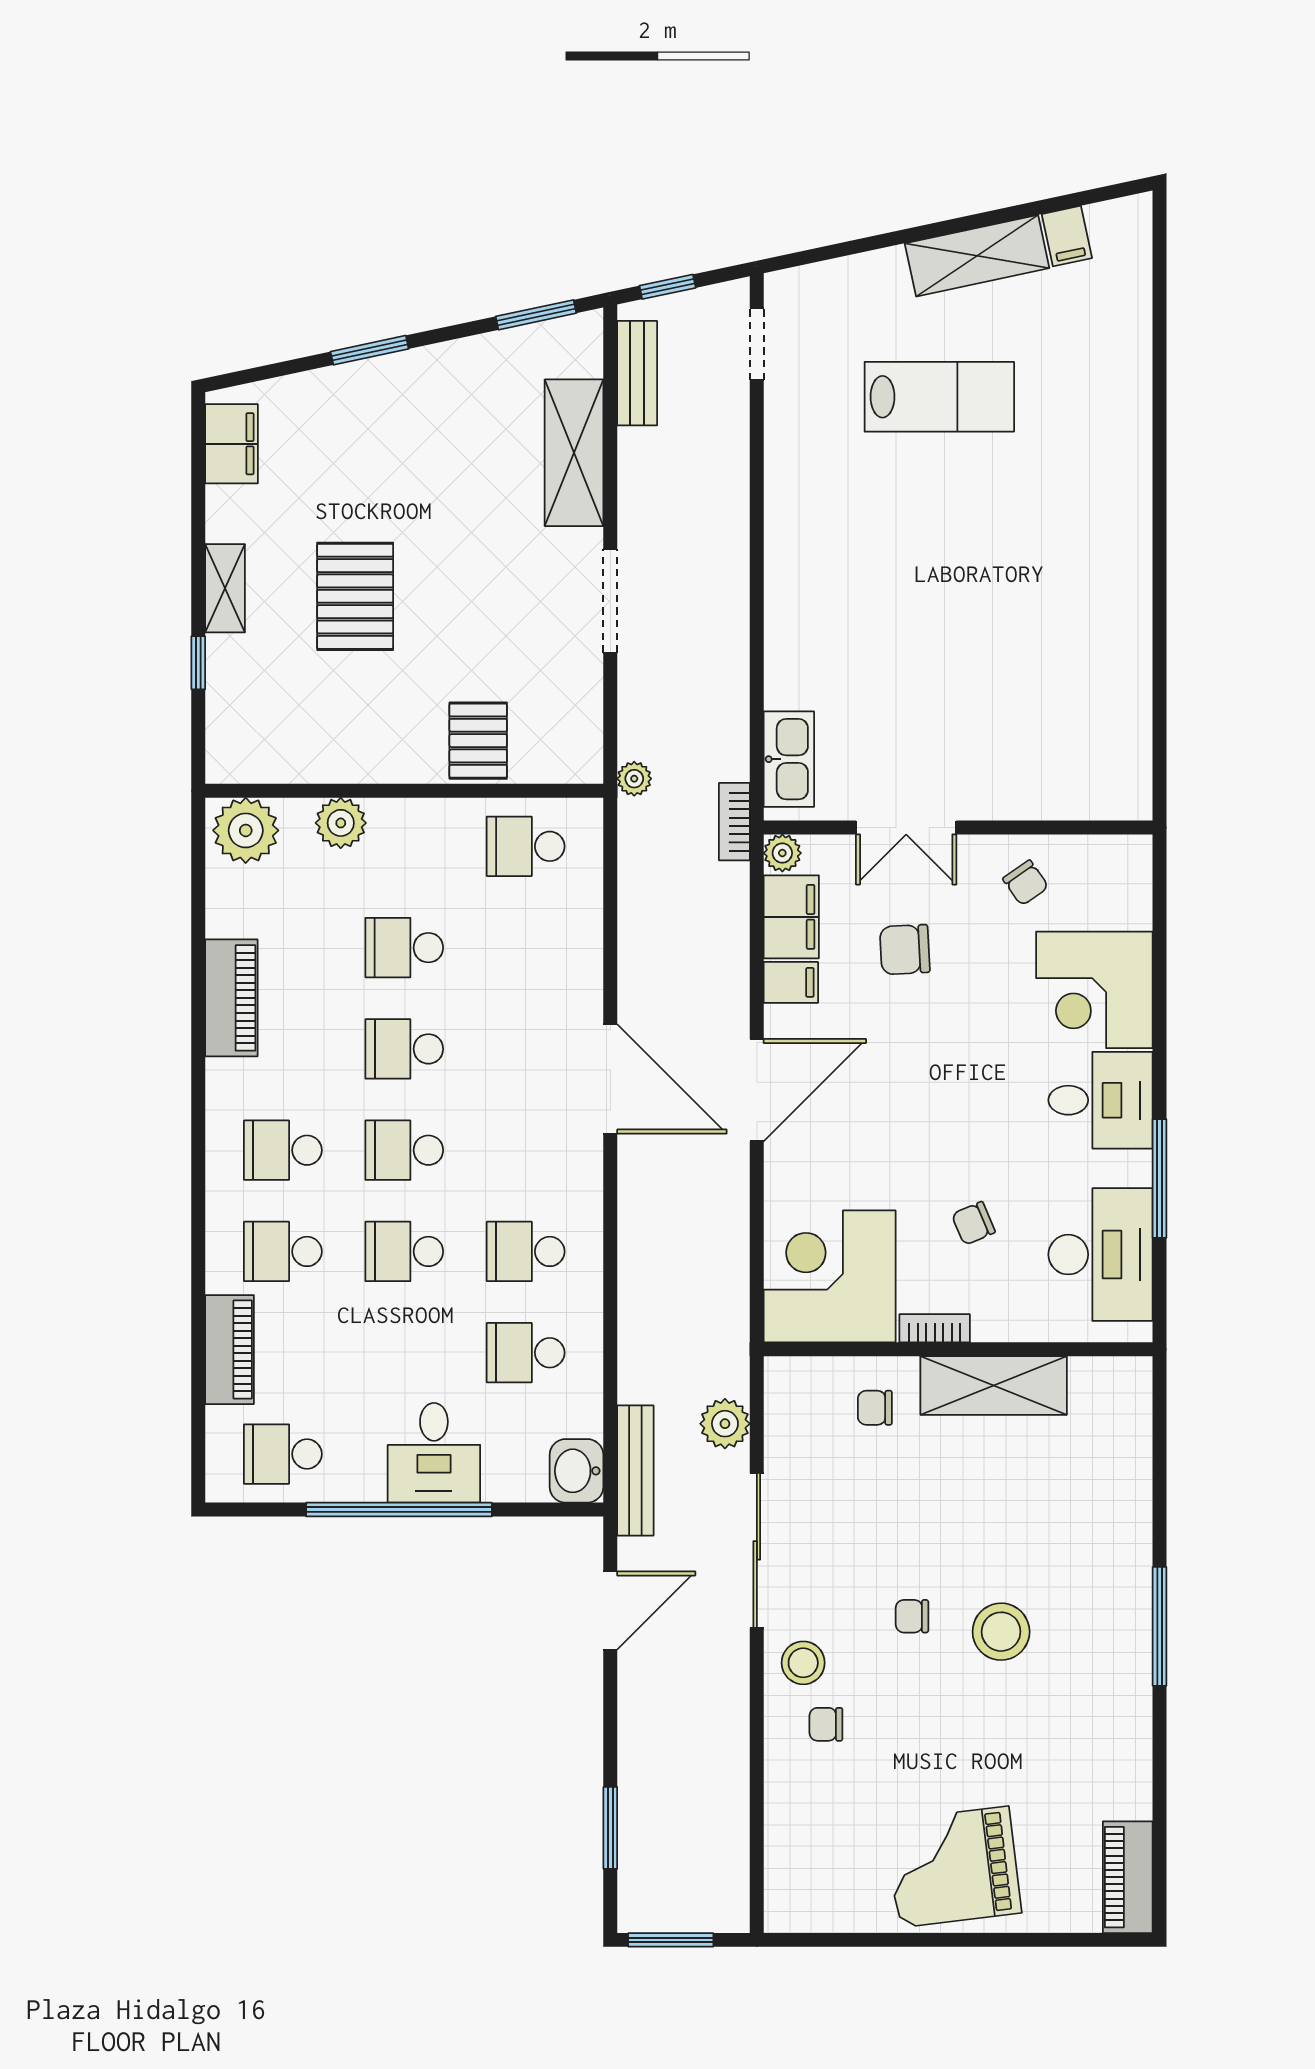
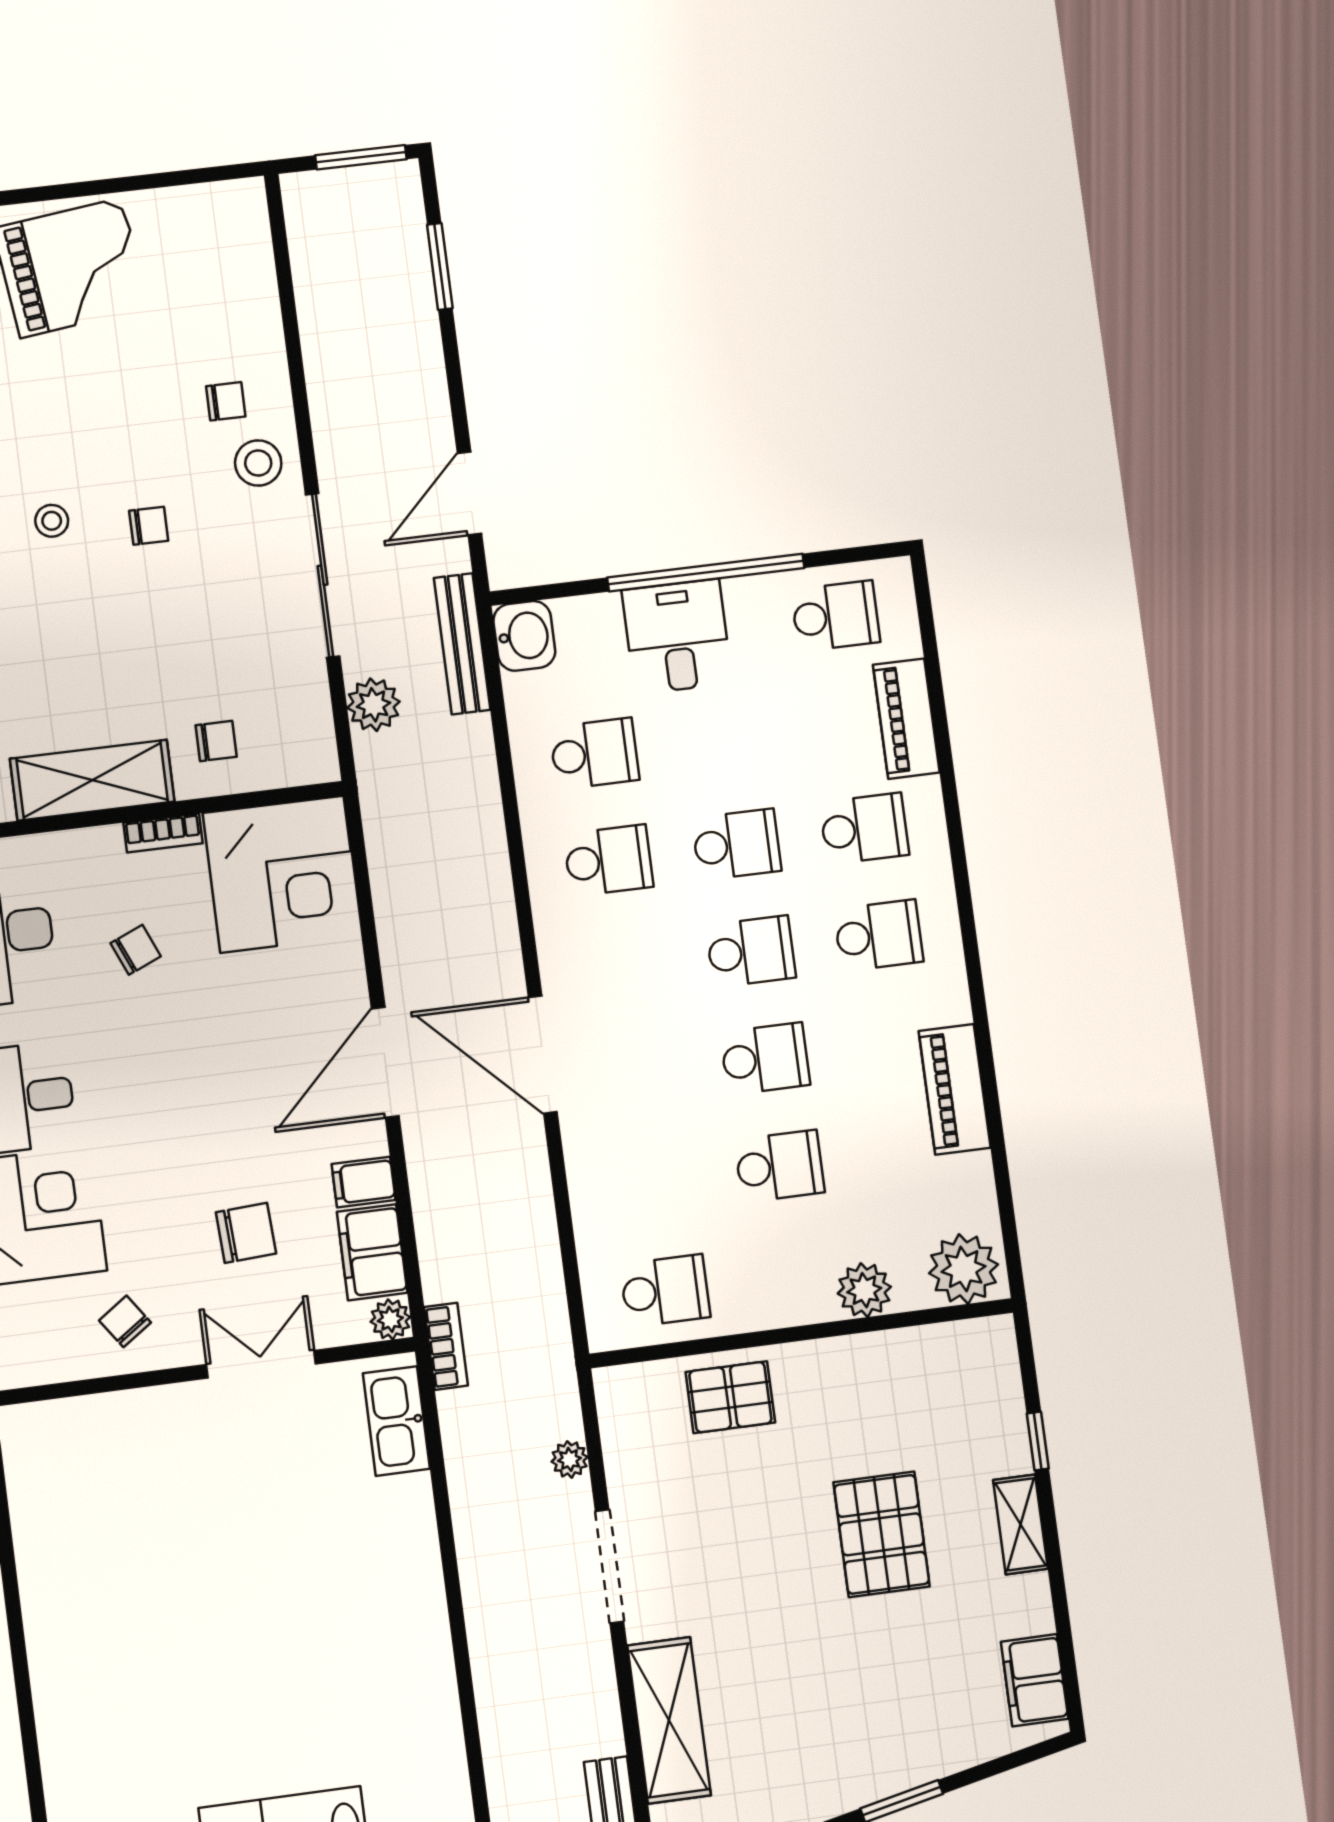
pallet: (478, 741) -> (730, 1397), turned 90
plant: (634, 779) -> (570, 1459), moved
stool: (1001, 1632) -> (52, 521), width x0.53, depth x0.53

